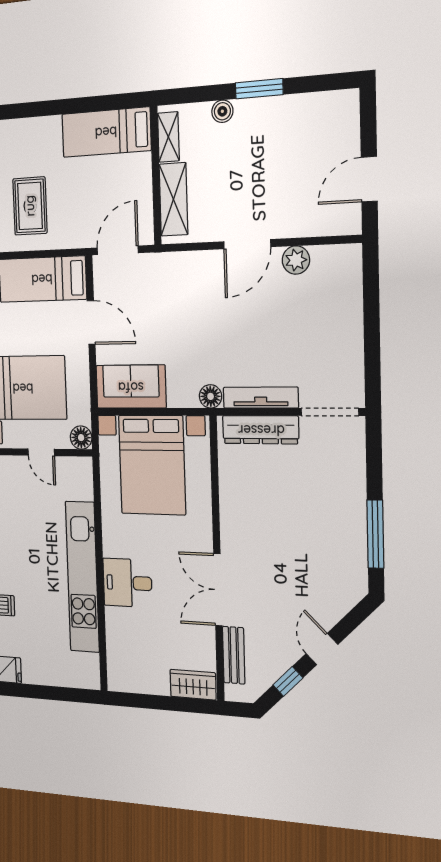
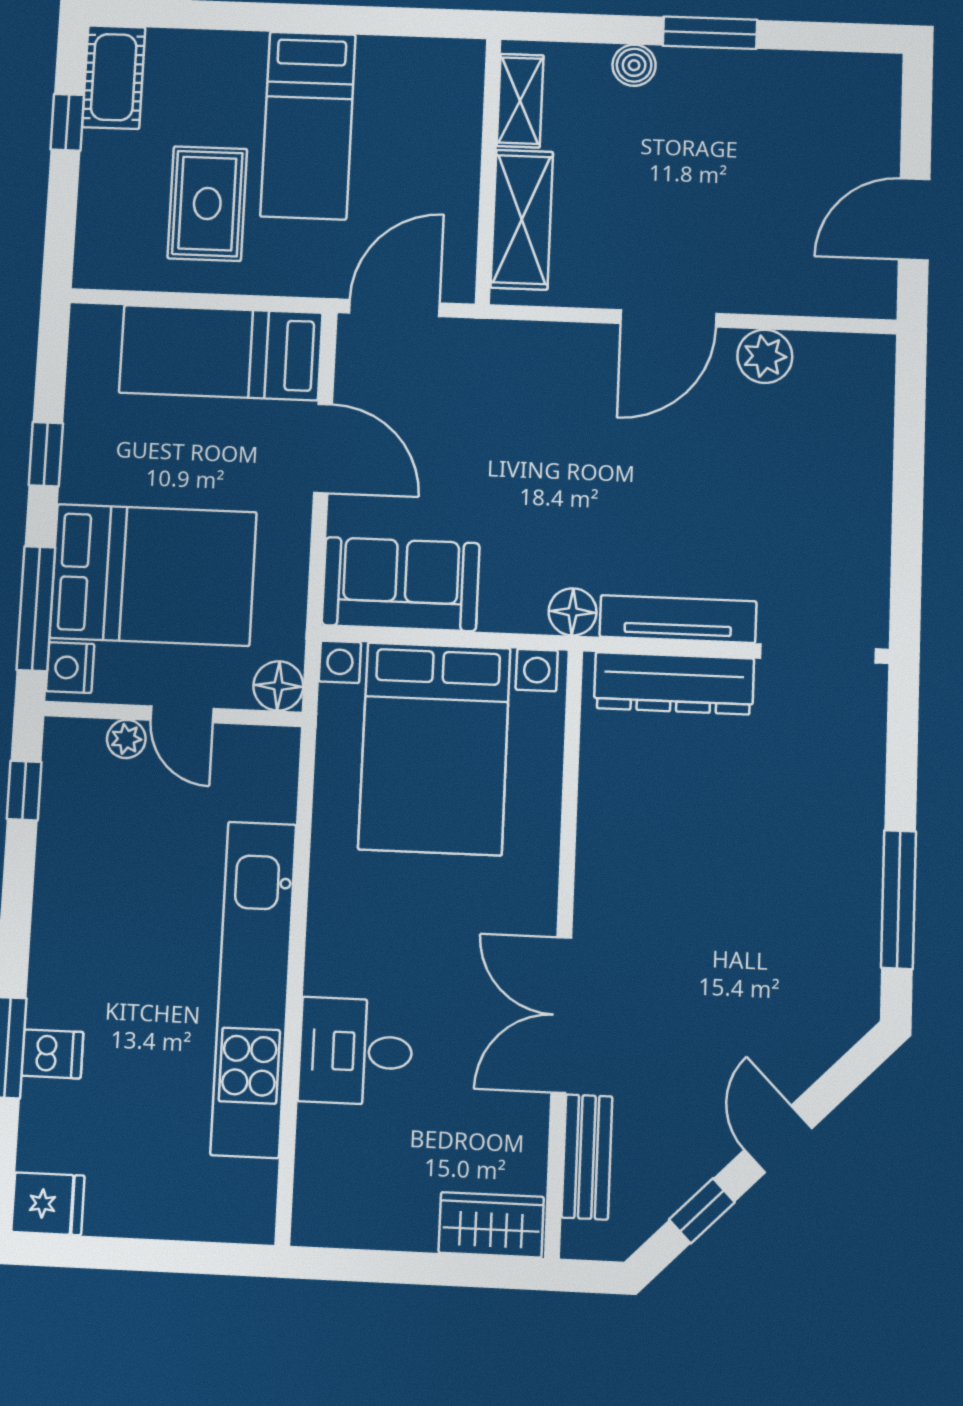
bed: (106, 132) -> (308, 125), moved, turned -90
plant: (19, 464) -> (126, 739), added
desk: (127, 583) -> (356, 1051), moved

